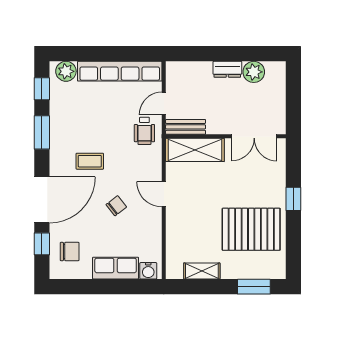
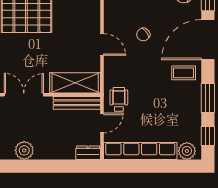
dresser: (227, 69) -> (88, 153), moved
bench: (186, 127) -> (77, 103), width x1.36
coffee table: (90, 161) -> (184, 73), moved

